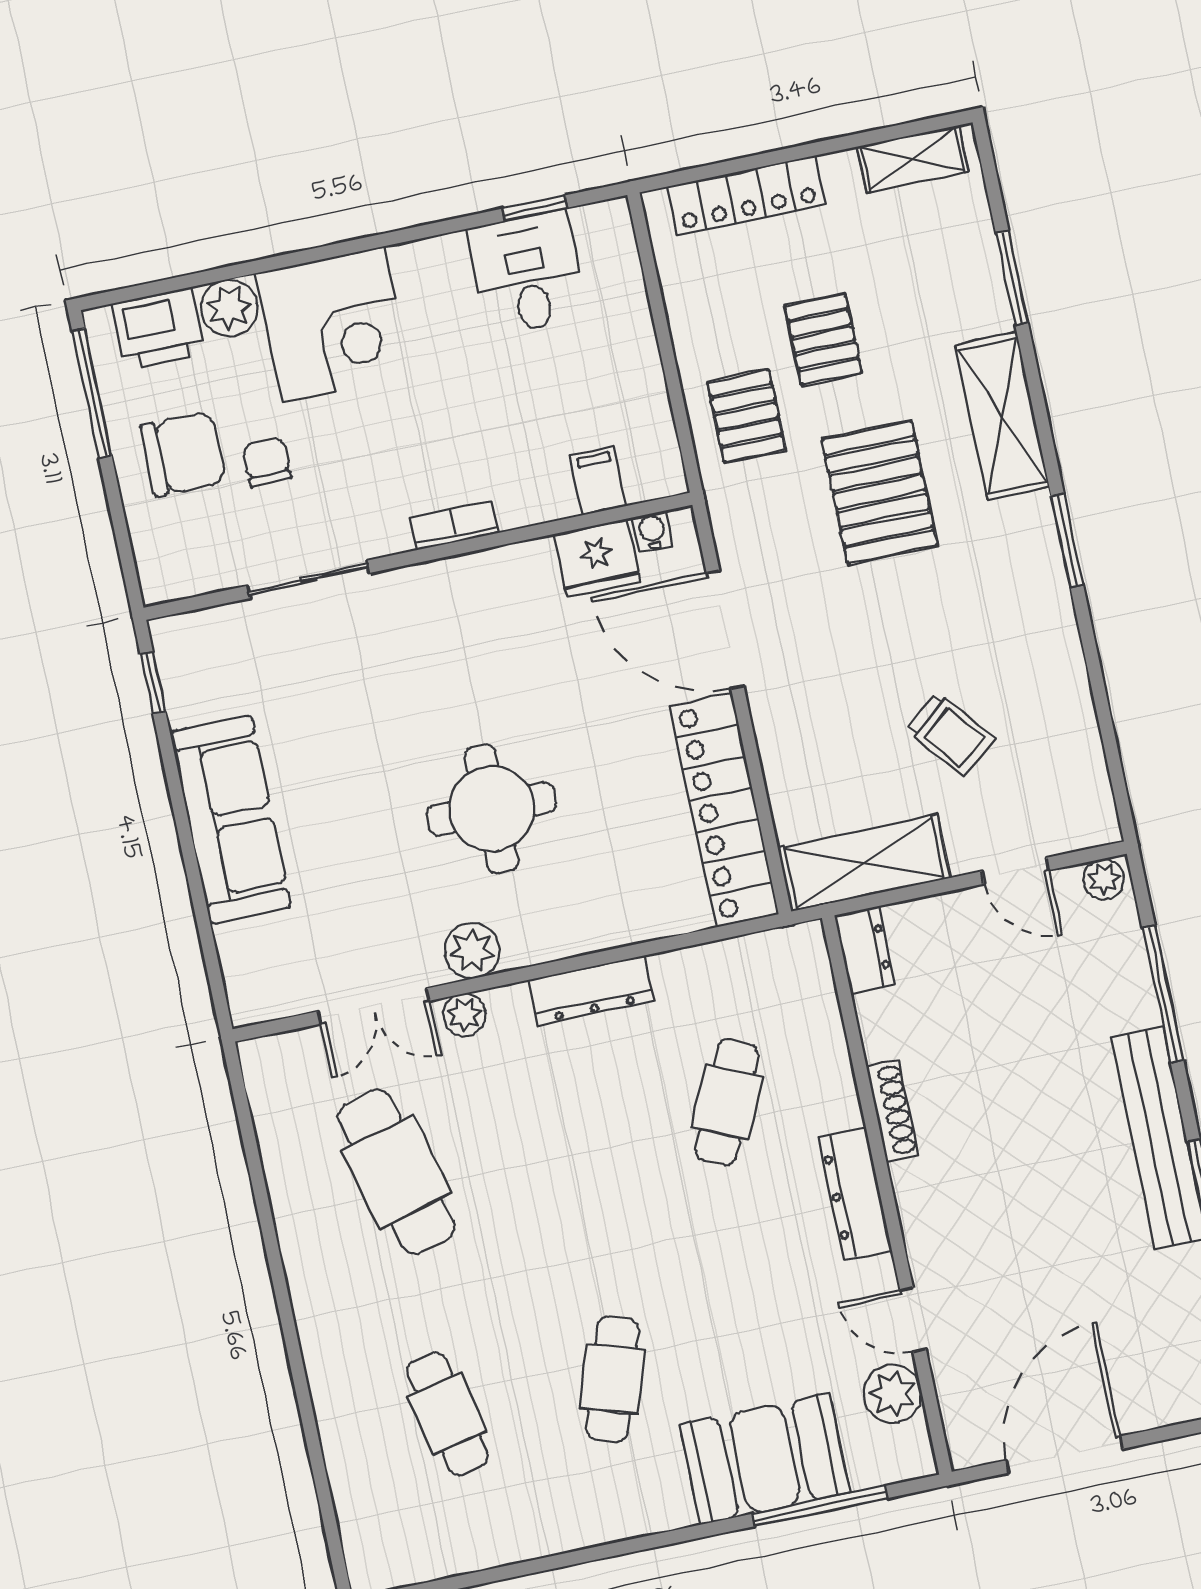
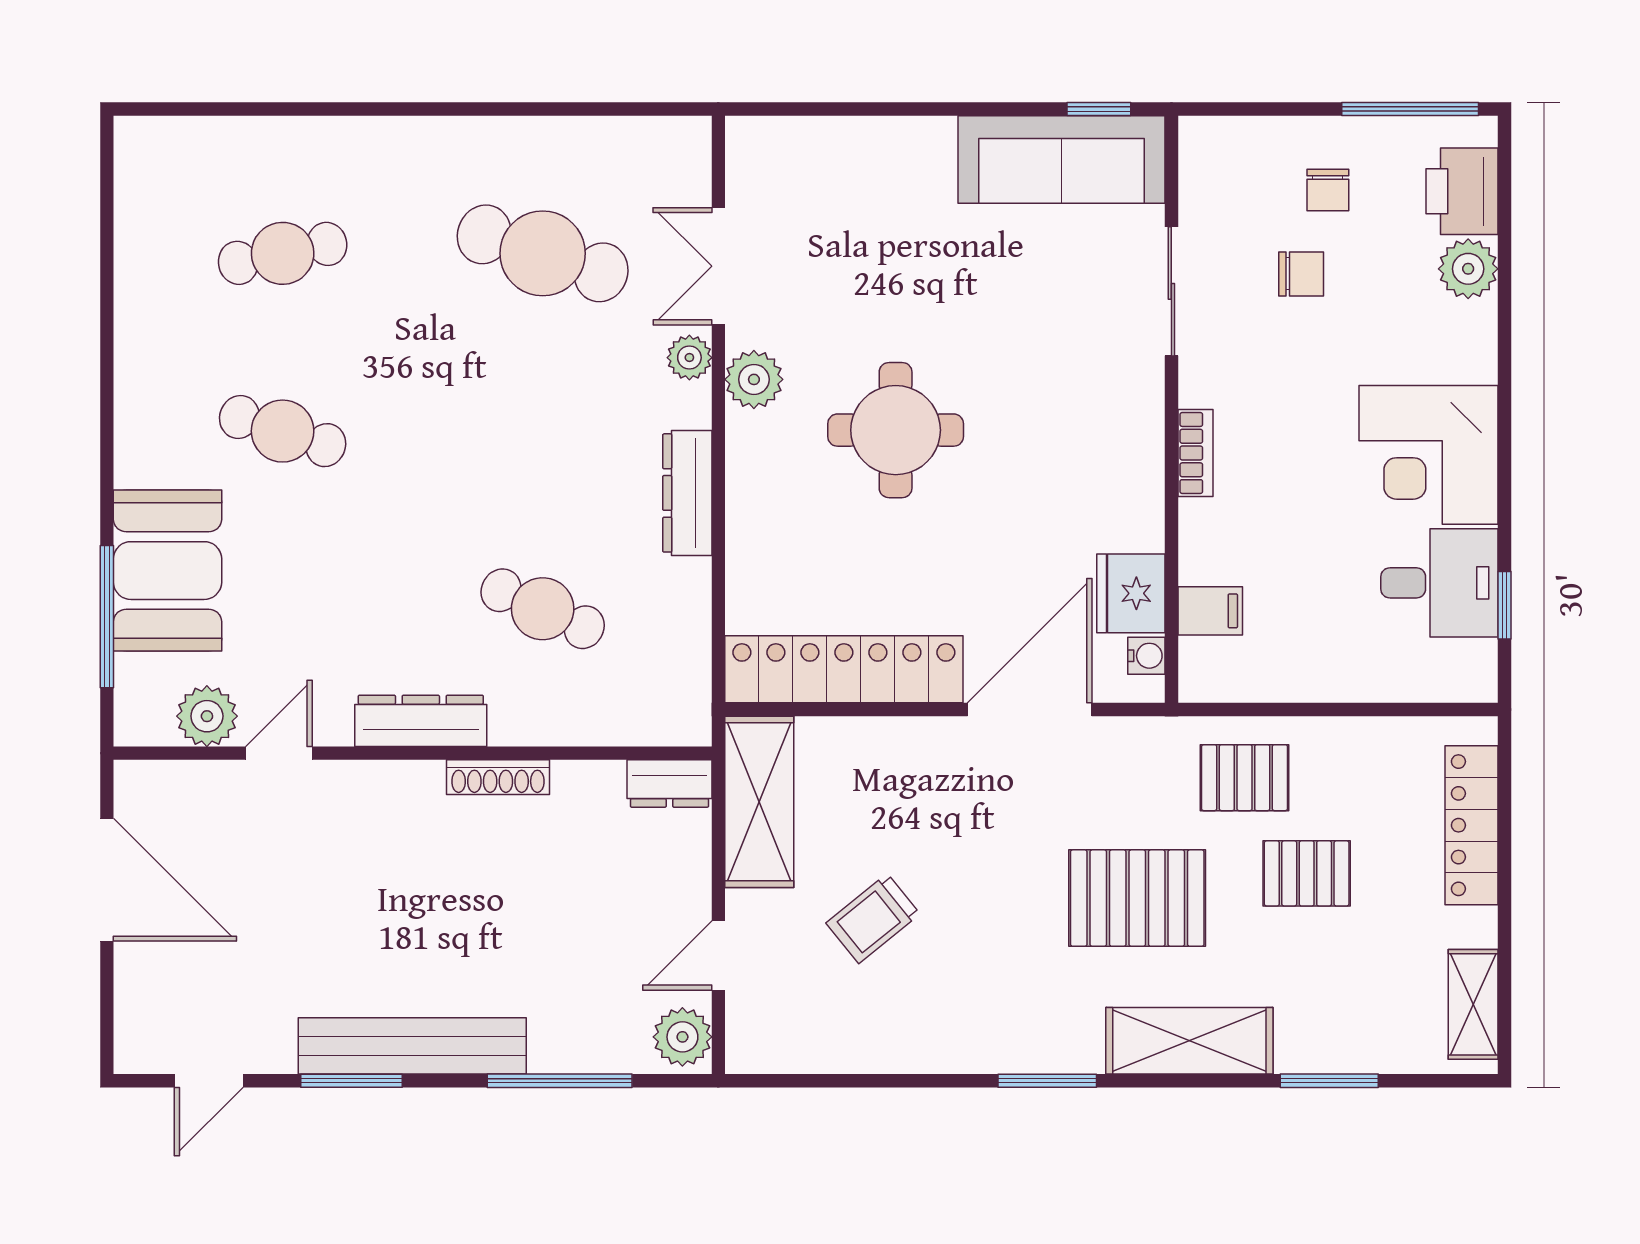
corner desk: (333, 324) -> (1428, 455), moved
chair: (183, 454) -> (1328, 190), width x0.54, depth x0.54
sofa: (231, 819) -> (1062, 159), moved
plant: (1104, 879) -> (682, 1037), width x1.38, depth x1.38
cafe table: (396, 1172) -> (543, 253), turned 33

